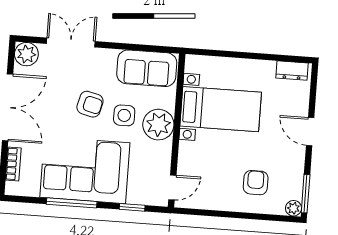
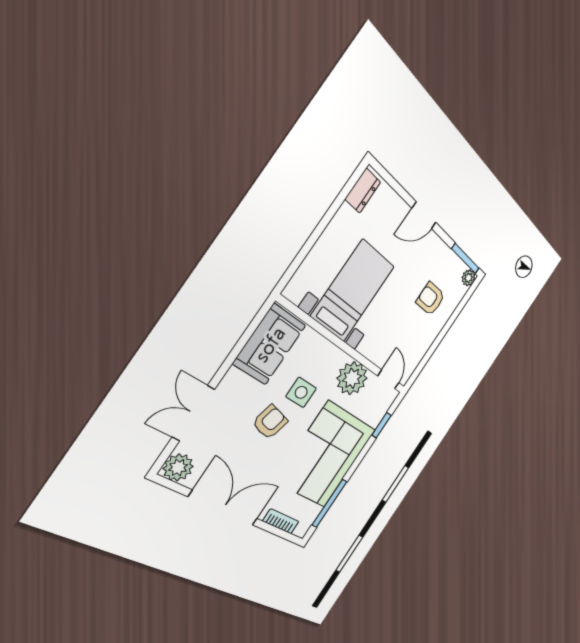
plant: (158, 125) -> (352, 378), moved
window: (72, 203) -> (330, 503), moved

